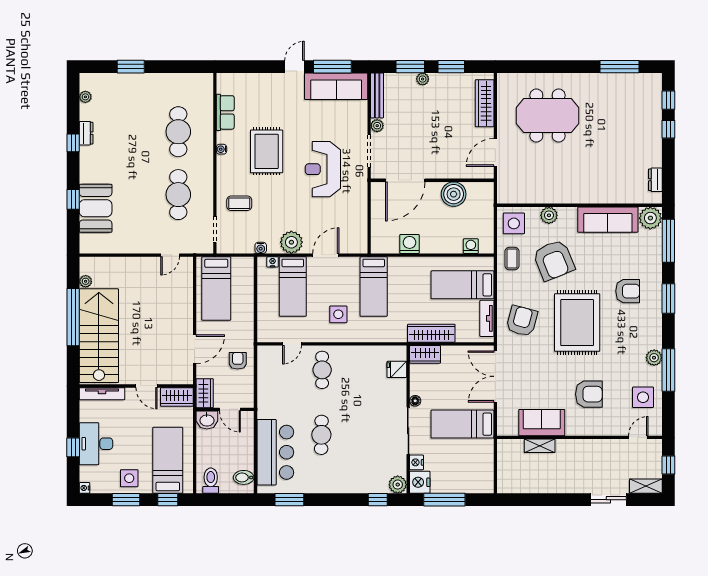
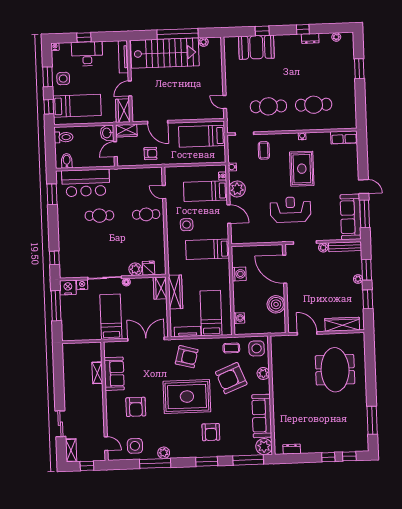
row of seats: (225, 112) -> (344, 137), moved
rug: (267, 151) -> (302, 169), turned 90
plant: (398, 485) -> (135, 269), moved

